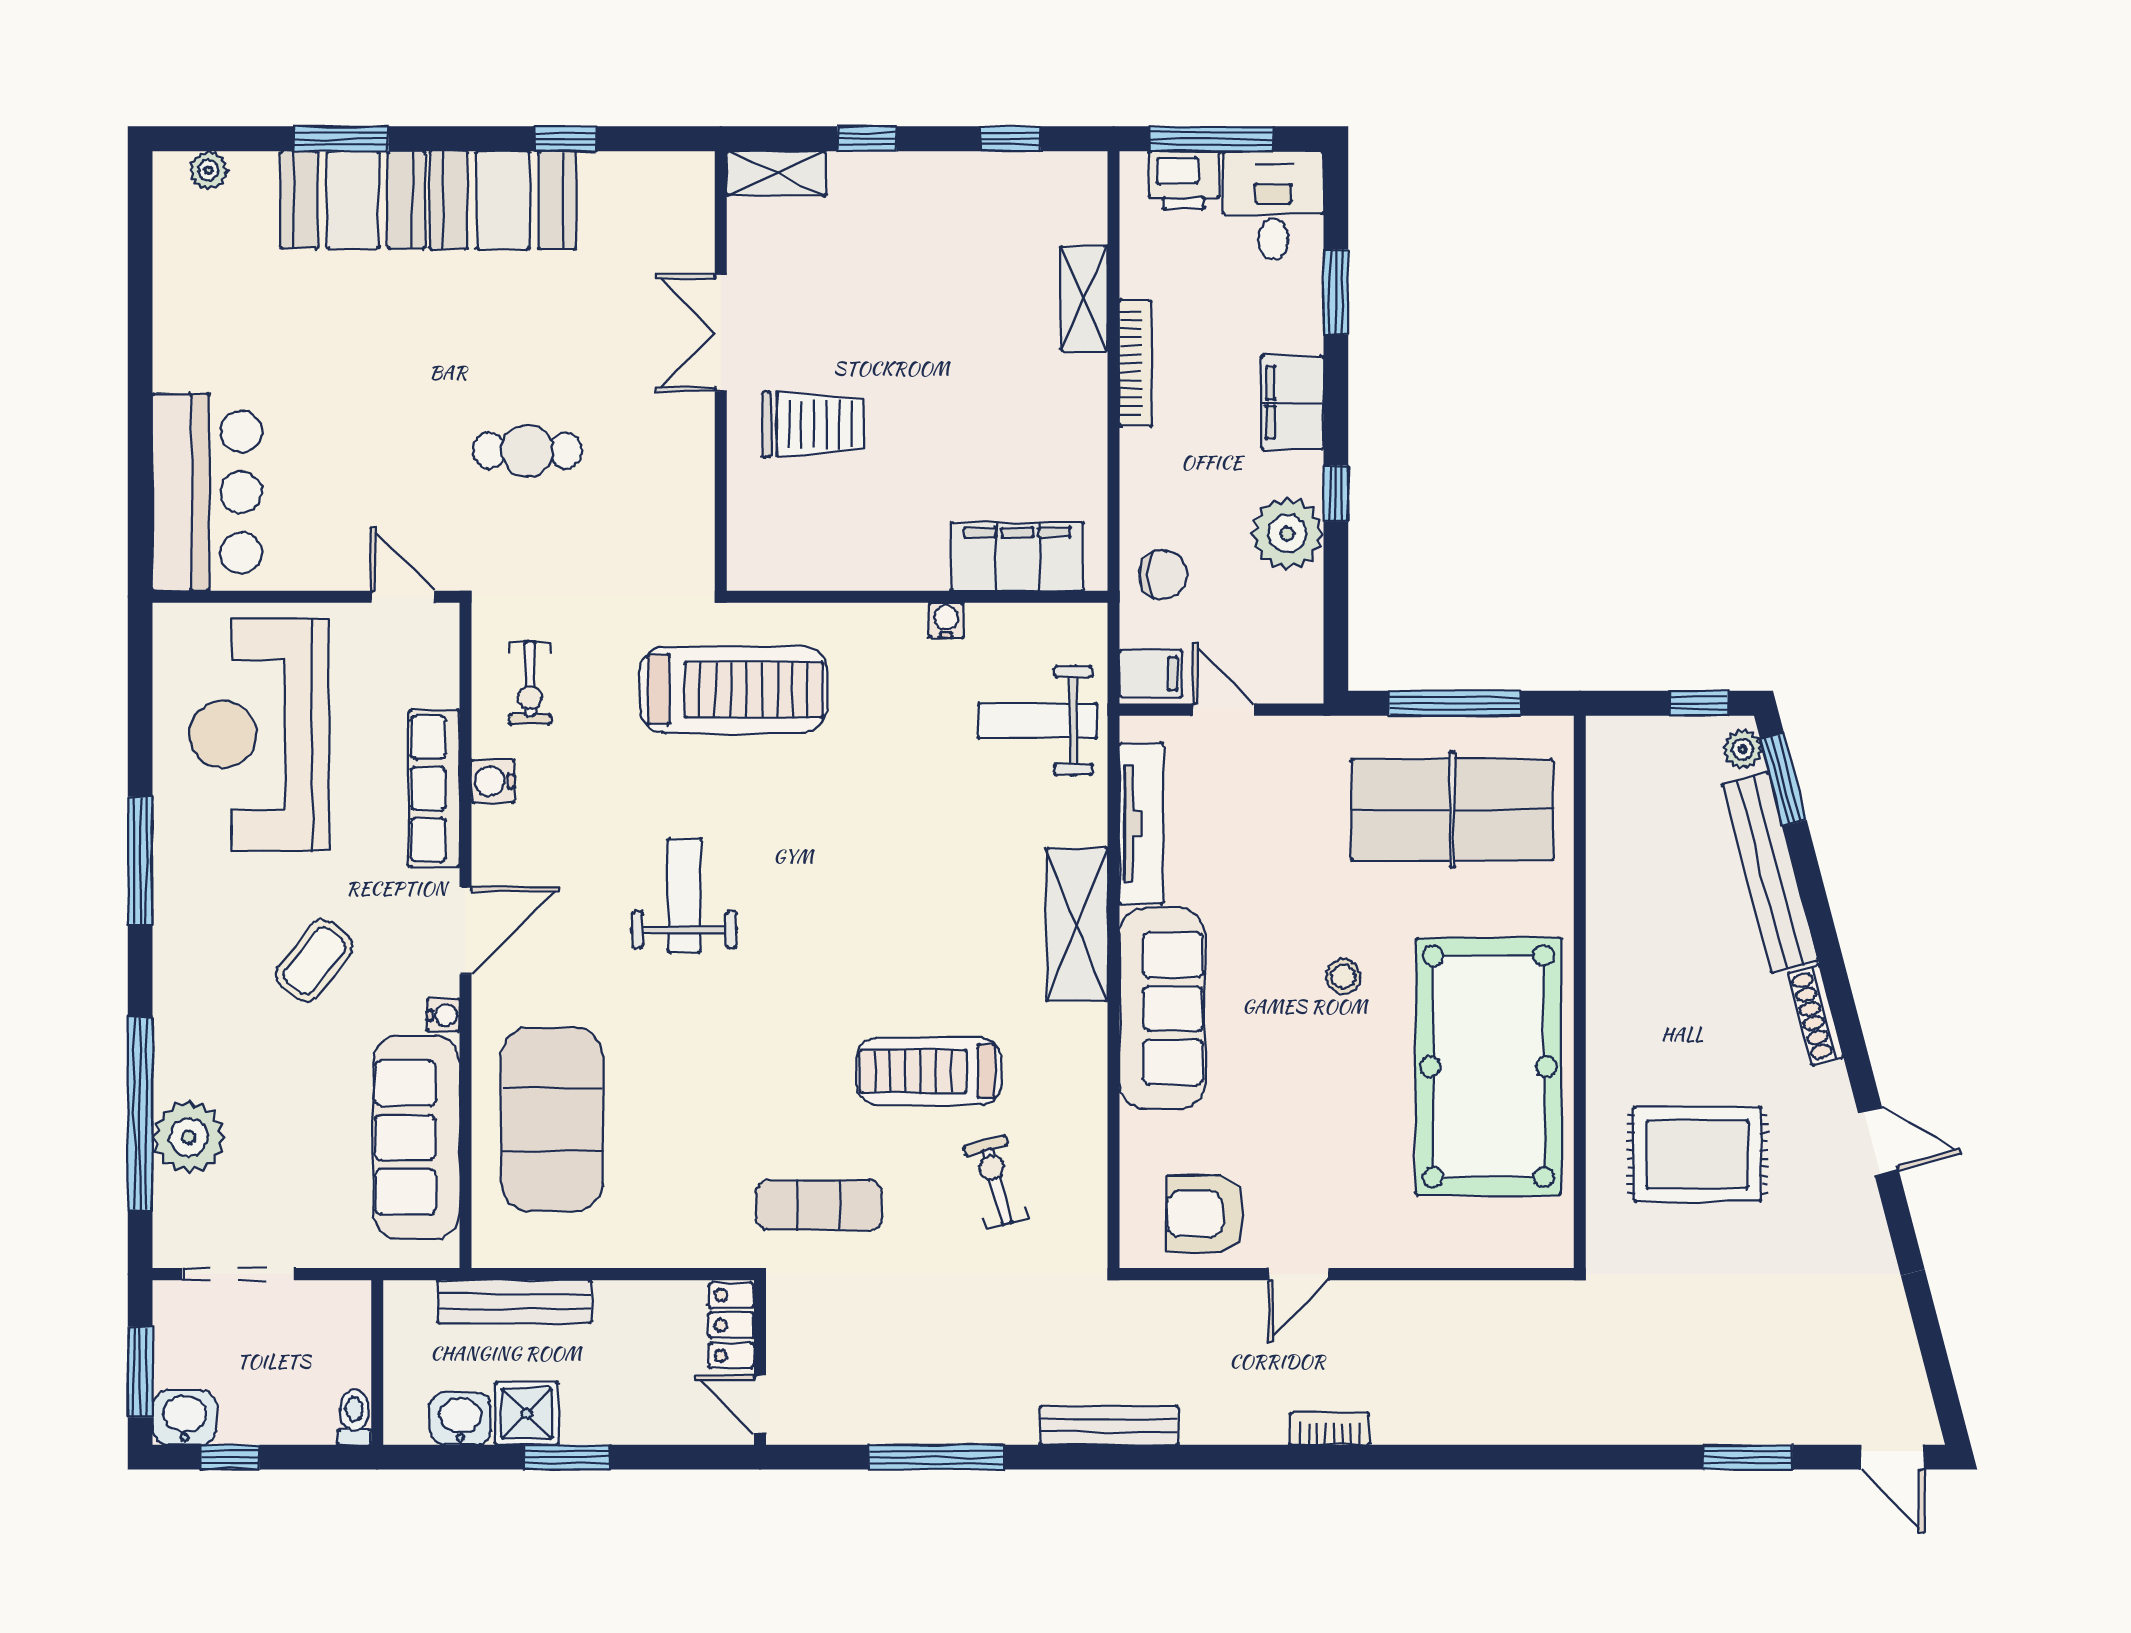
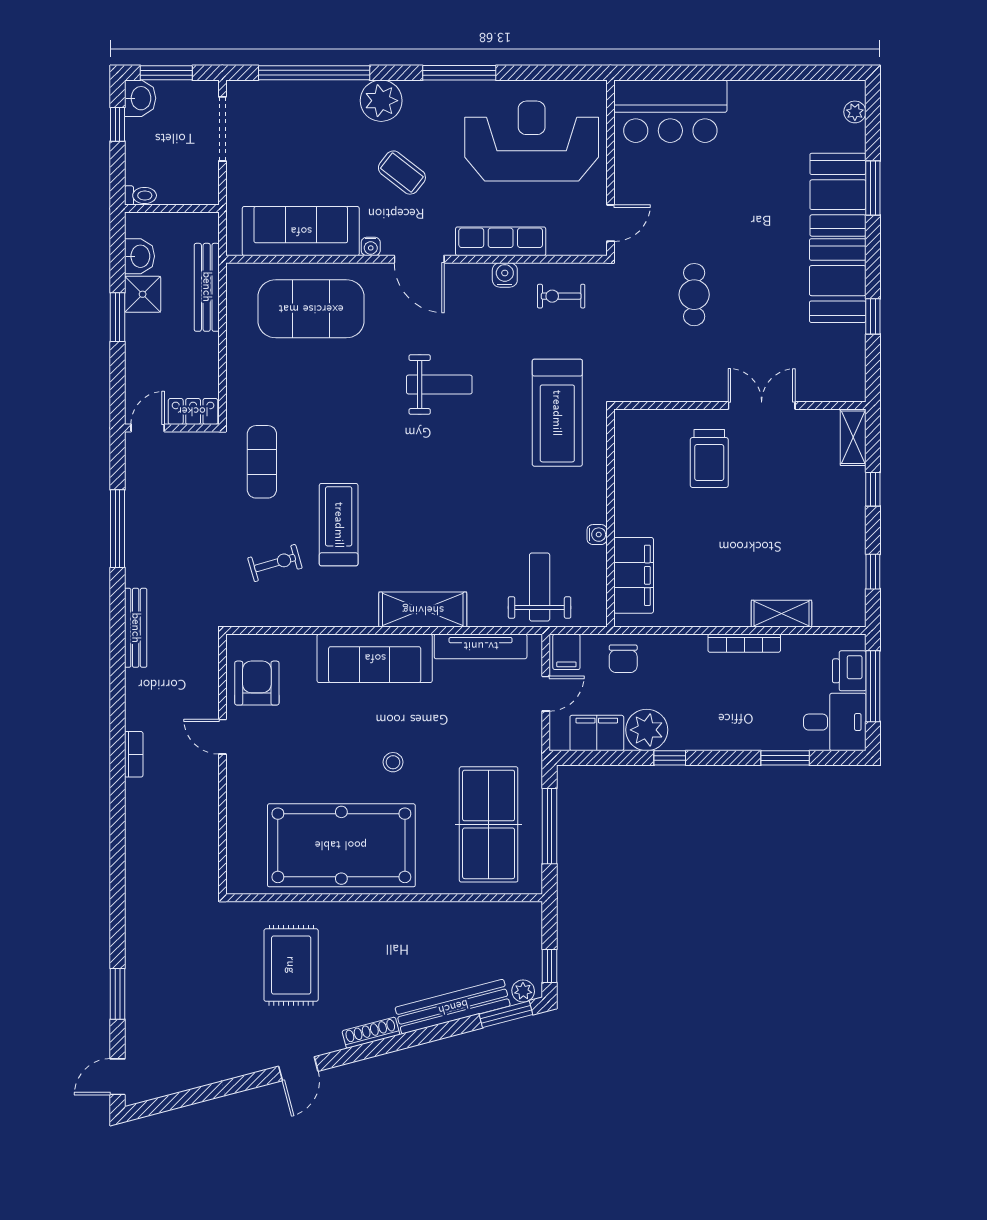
filing cabinet: (1292, 402) -> (597, 733), moved
plant: (189, 1137) -> (381, 101), moved

